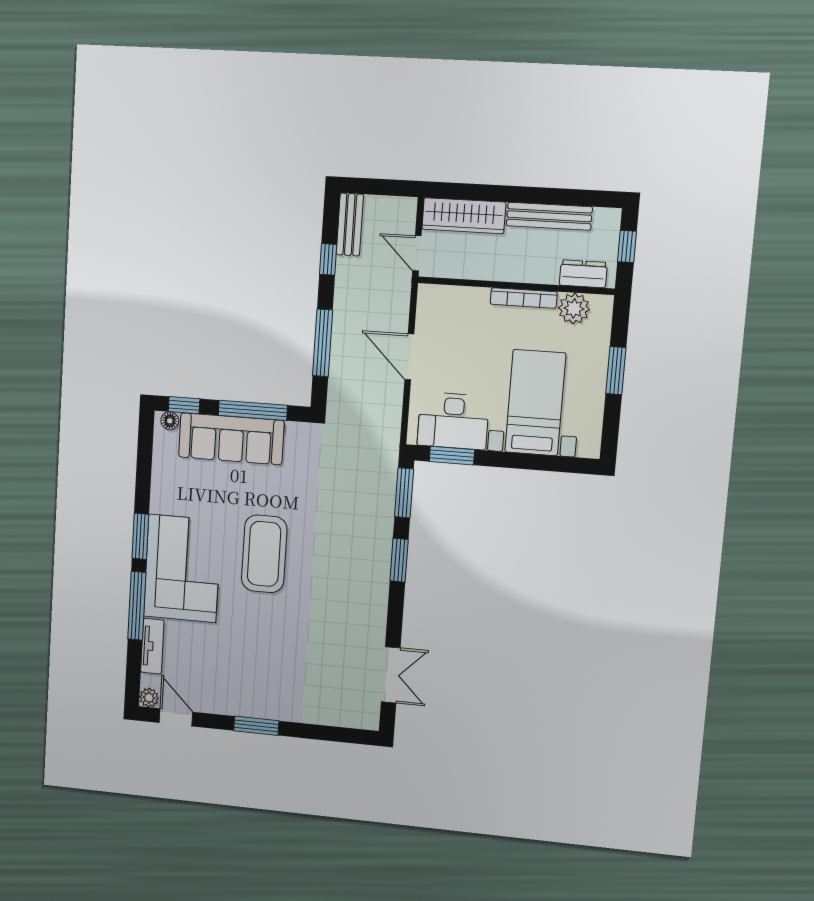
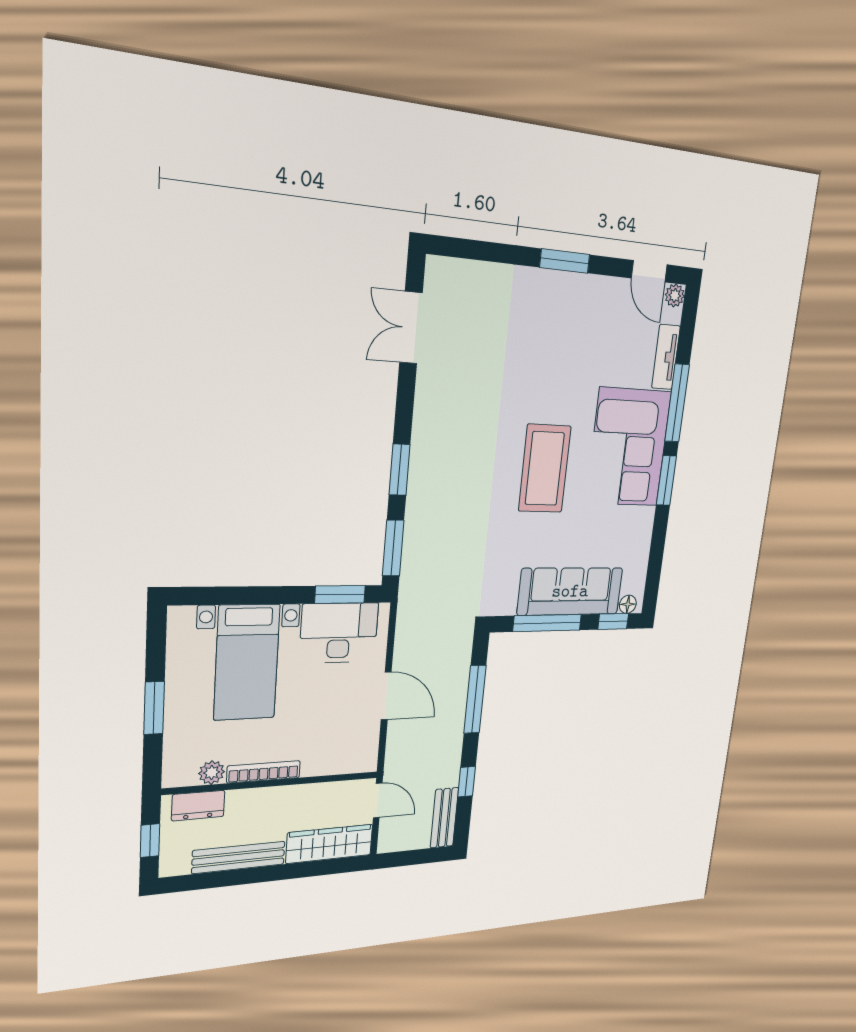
plant: (574, 309) -> (212, 773), width x0.73, depth x0.73

